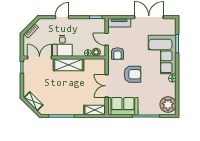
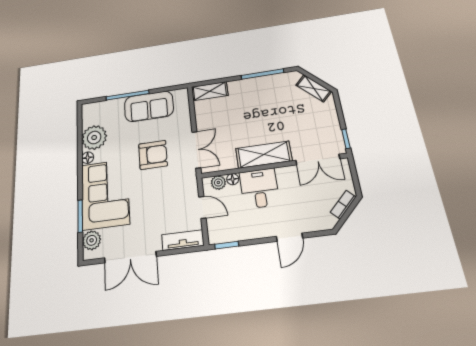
plant: (171, 29) -> (92, 240), added
desk: (62, 46) -> (259, 188), moved
armchair: (117, 54) -> (181, 185), removed
armchair: (132, 74) -> (153, 155), turned 180
double door: (107, 86) -> (196, 150), moved
plant: (168, 105) -> (94, 137), moved
sofa: (123, 106) -> (149, 106), moved

